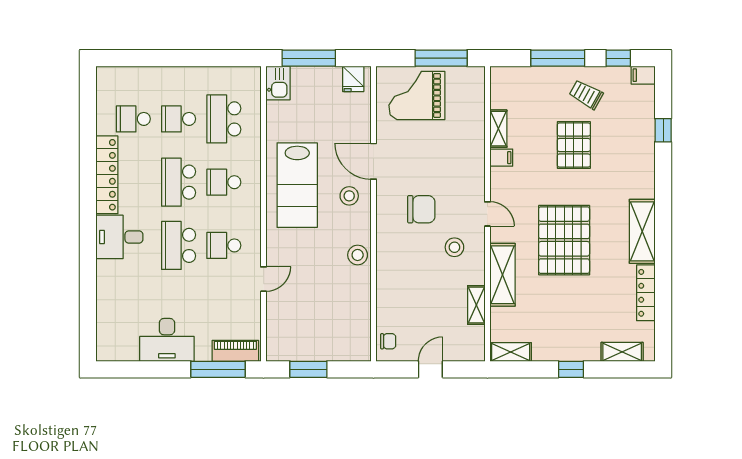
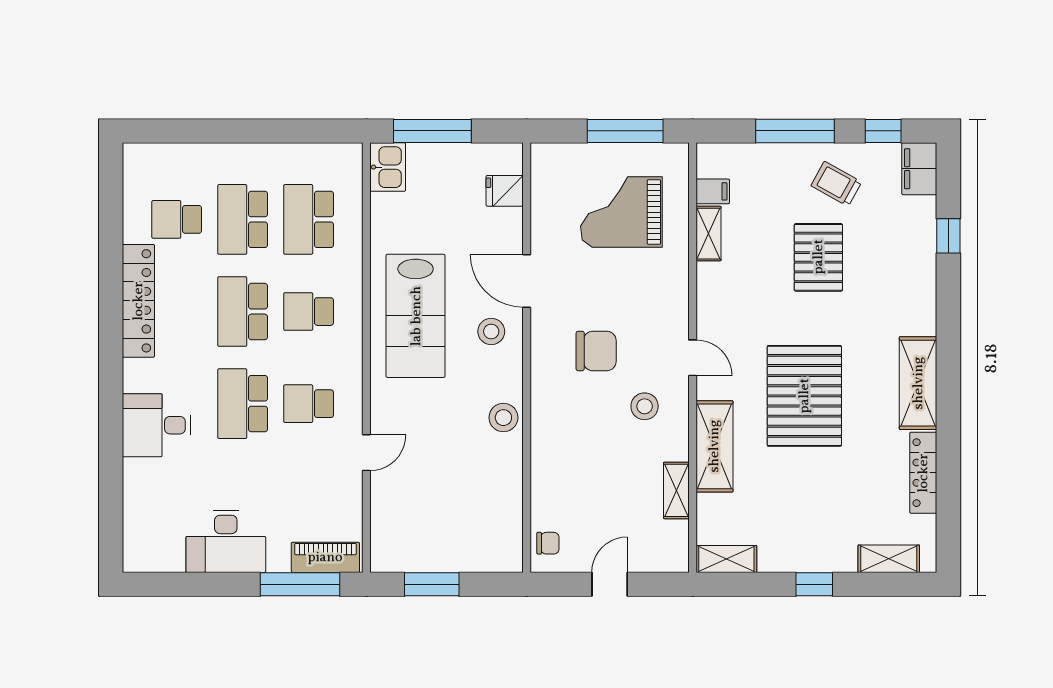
filing cabinet: (643, 75) -> (919, 169), width x2.00
fridge: (353, 79) -> (505, 191), moved, turned 90
grand piano: (417, 95) -> (621, 212), moved
school desk: (179, 119) -> (243, 219), width x1.85
filing cabinet: (501, 158) -> (713, 191), moved
desk: (119, 237) -> (156, 425), moved

